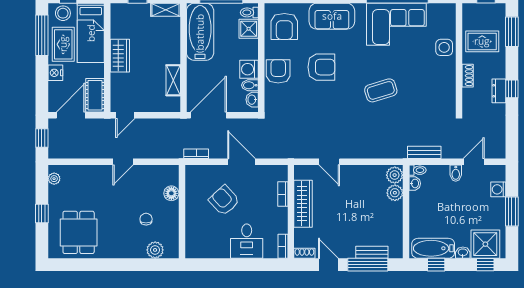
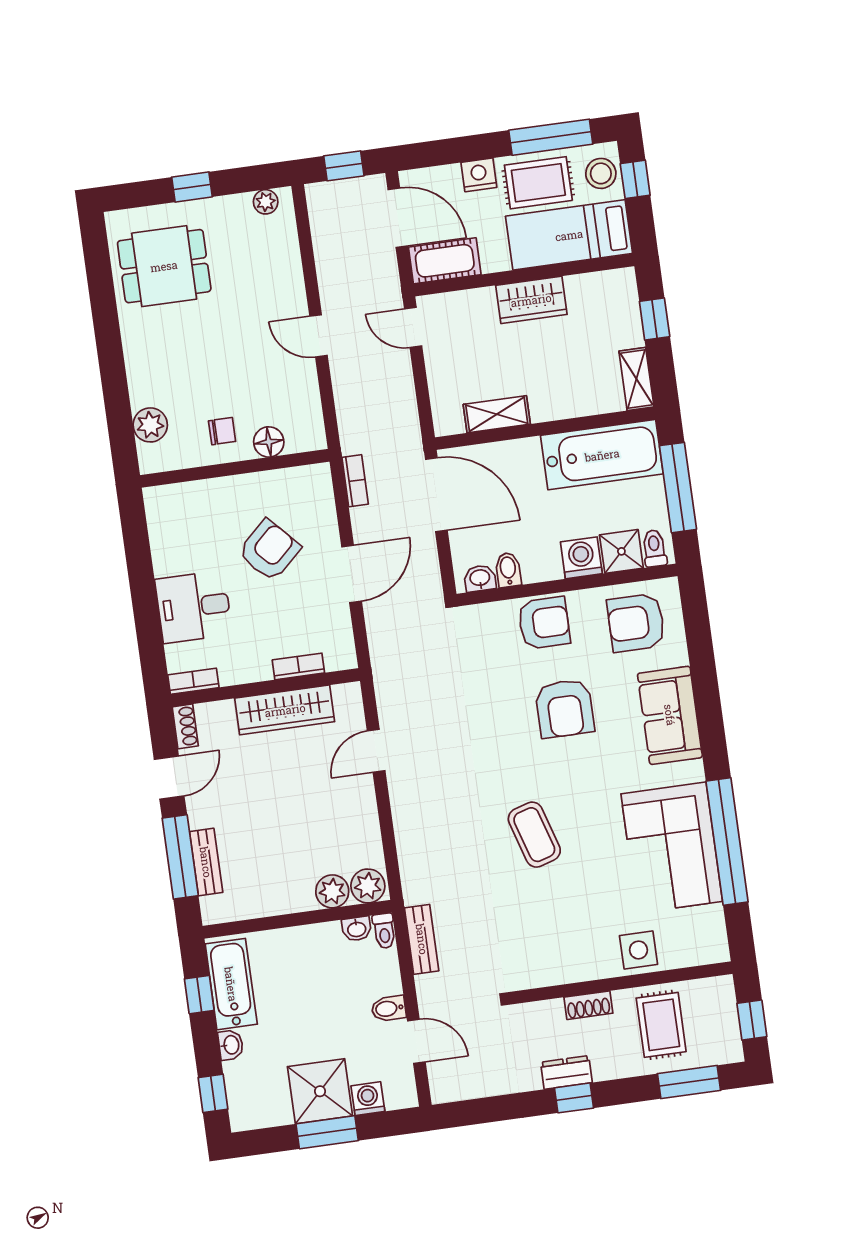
washing machine: (249, 69) -> (581, 558), moved
chair: (146, 219) -> (222, 431), moved
shower: (485, 244) -> (320, 1091), moved

